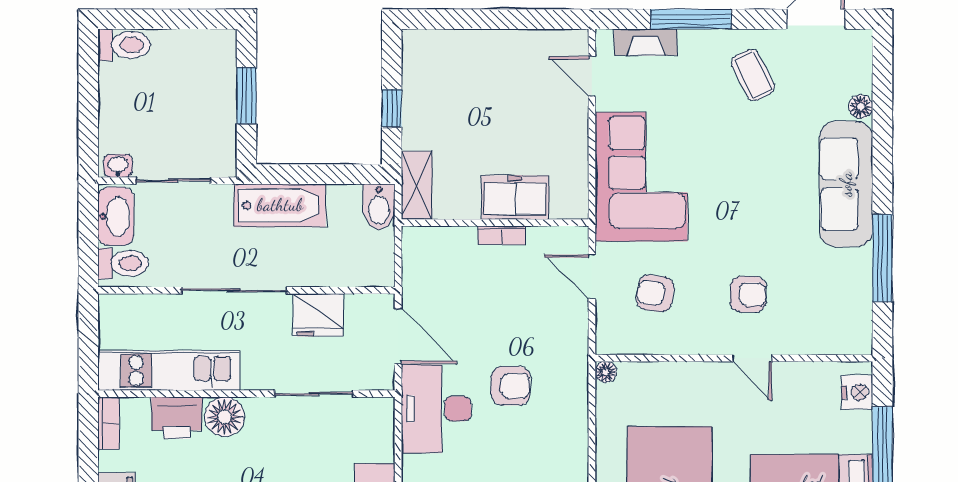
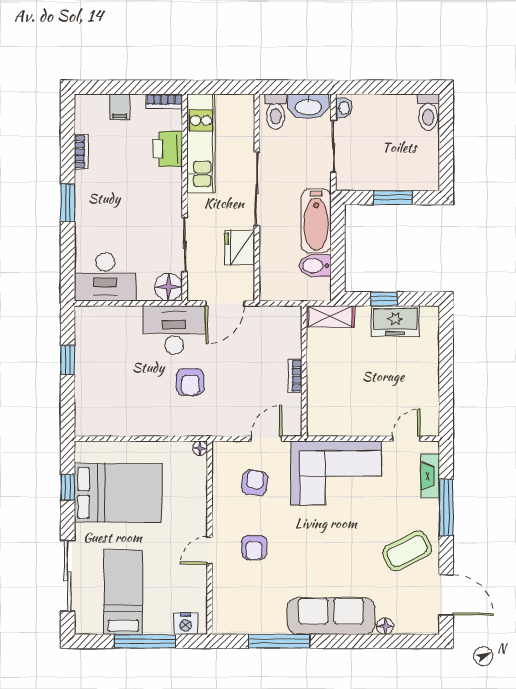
coffee table: (753, 75) -> (407, 551), width x1.36, depth x1.30
freezer: (515, 197) -> (395, 321), moved, turned 90
bidet: (379, 207) -> (315, 266), moved
floor lamp: (225, 417) -> (169, 287), moved

